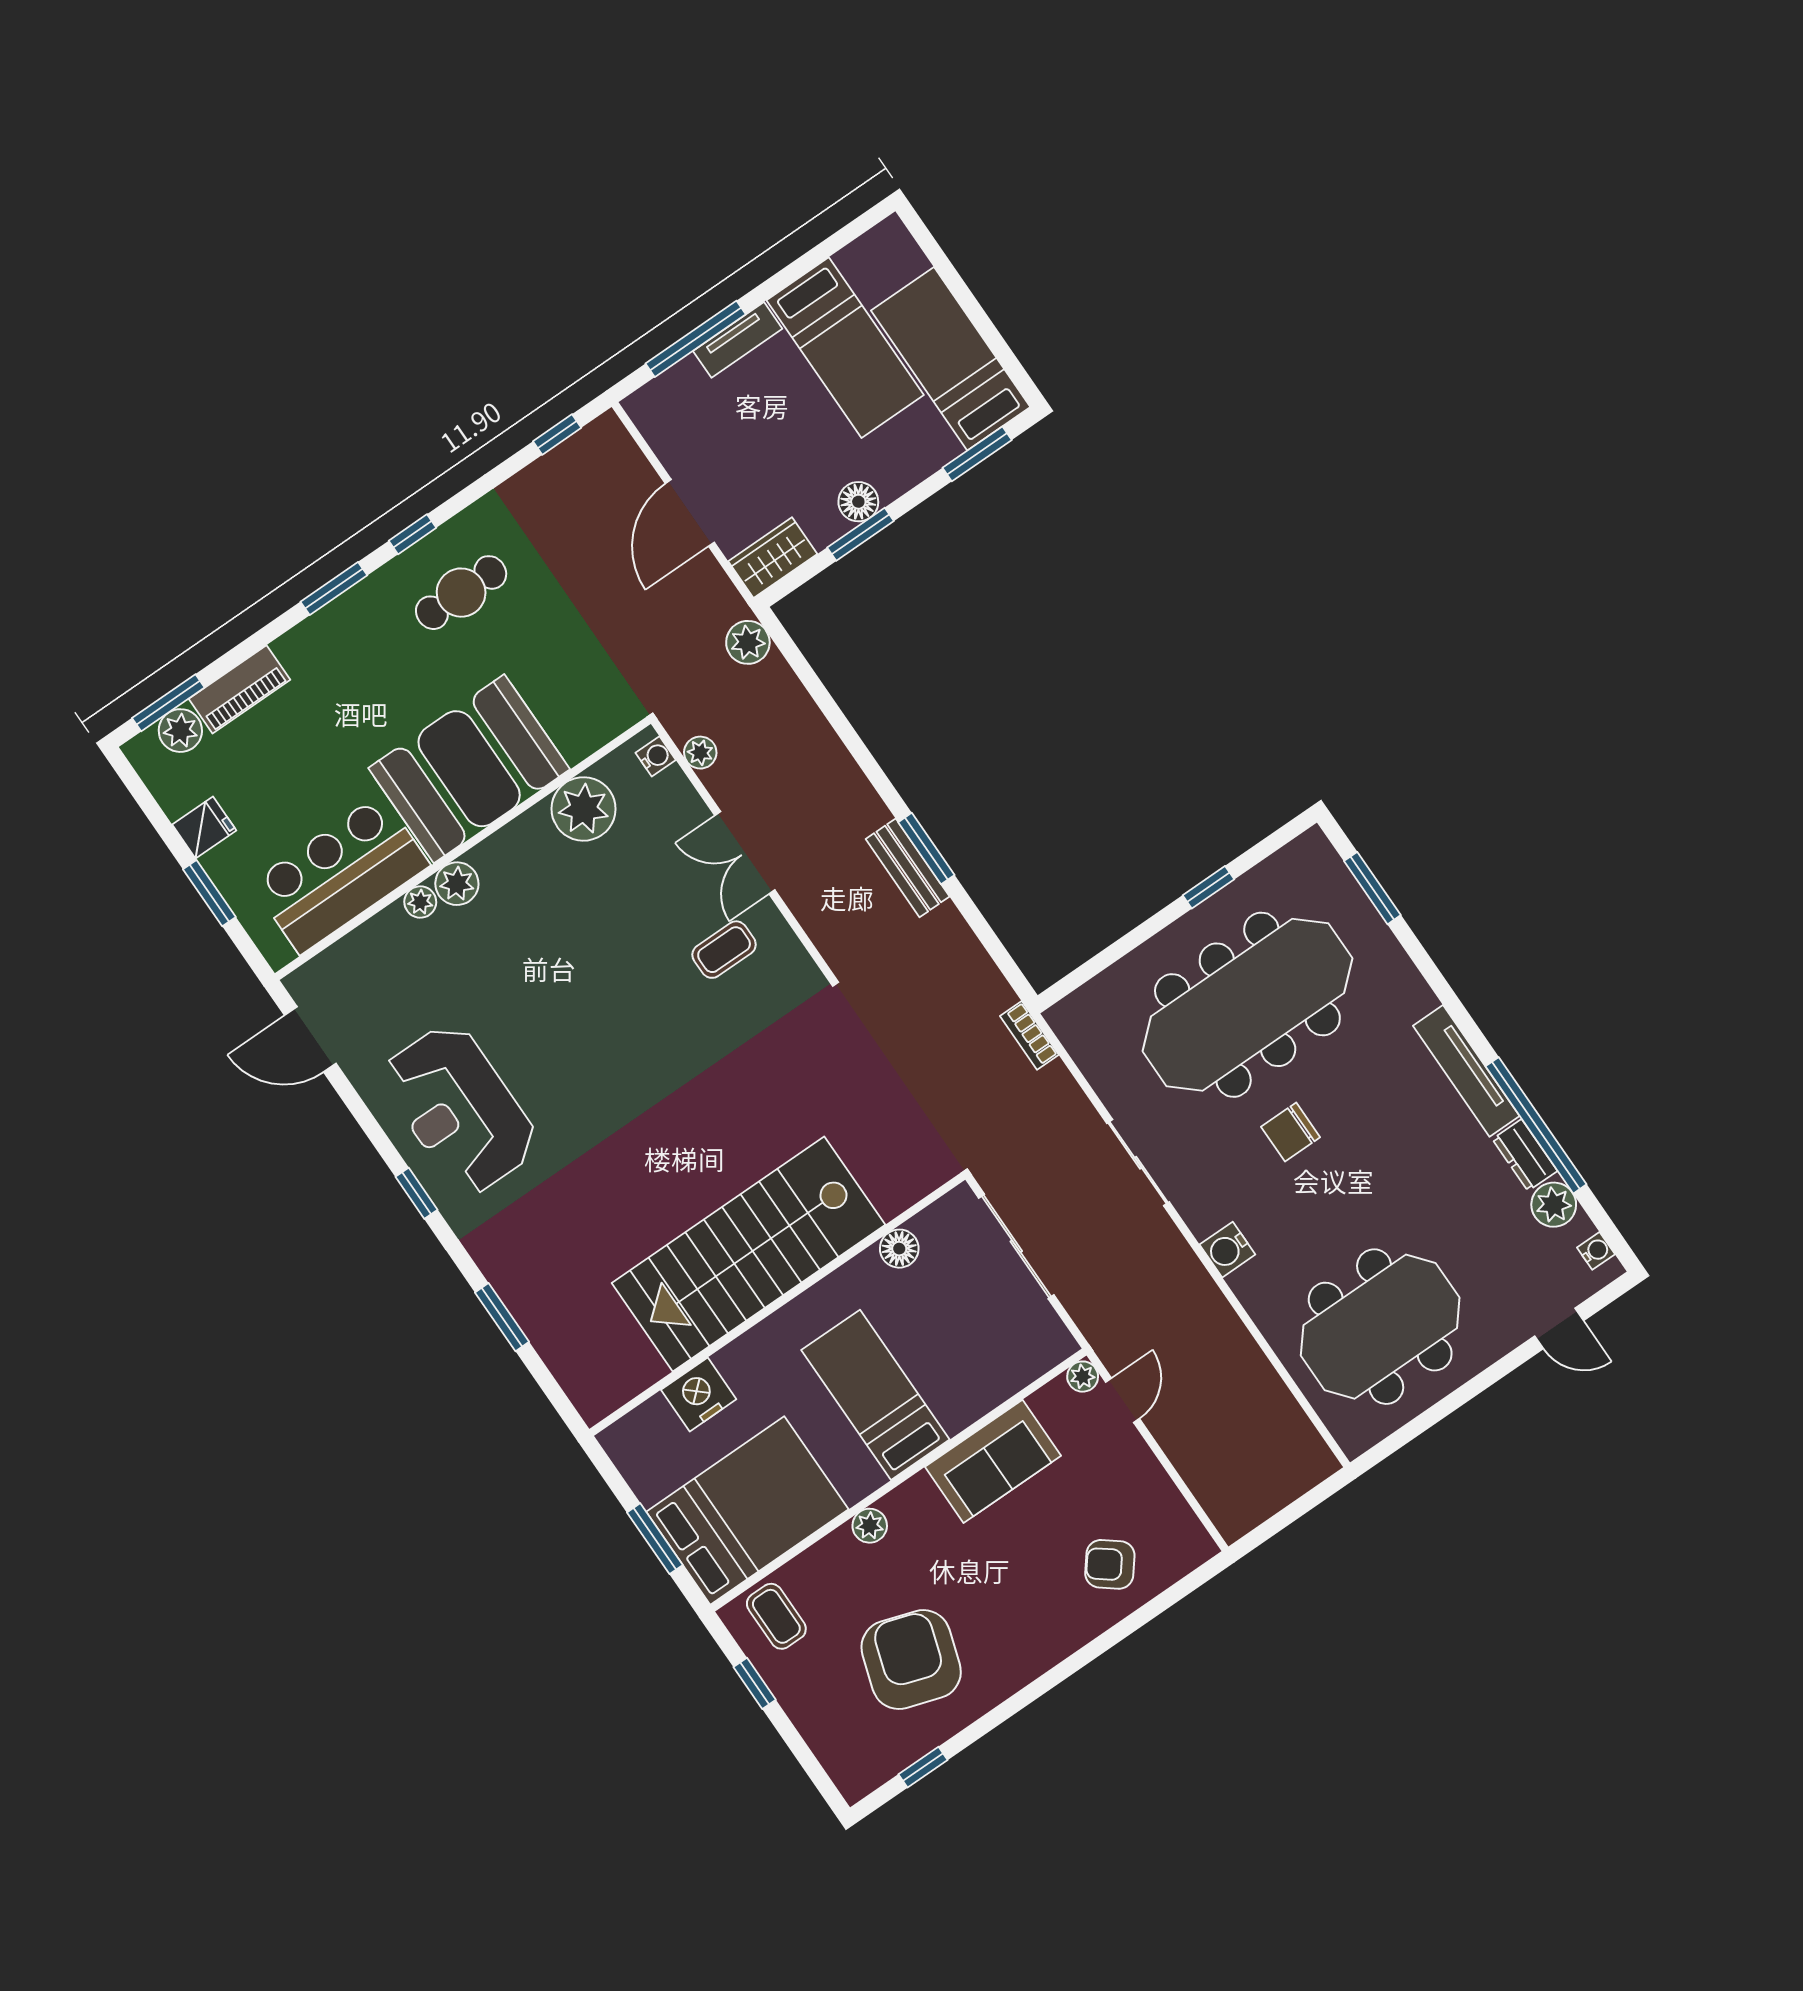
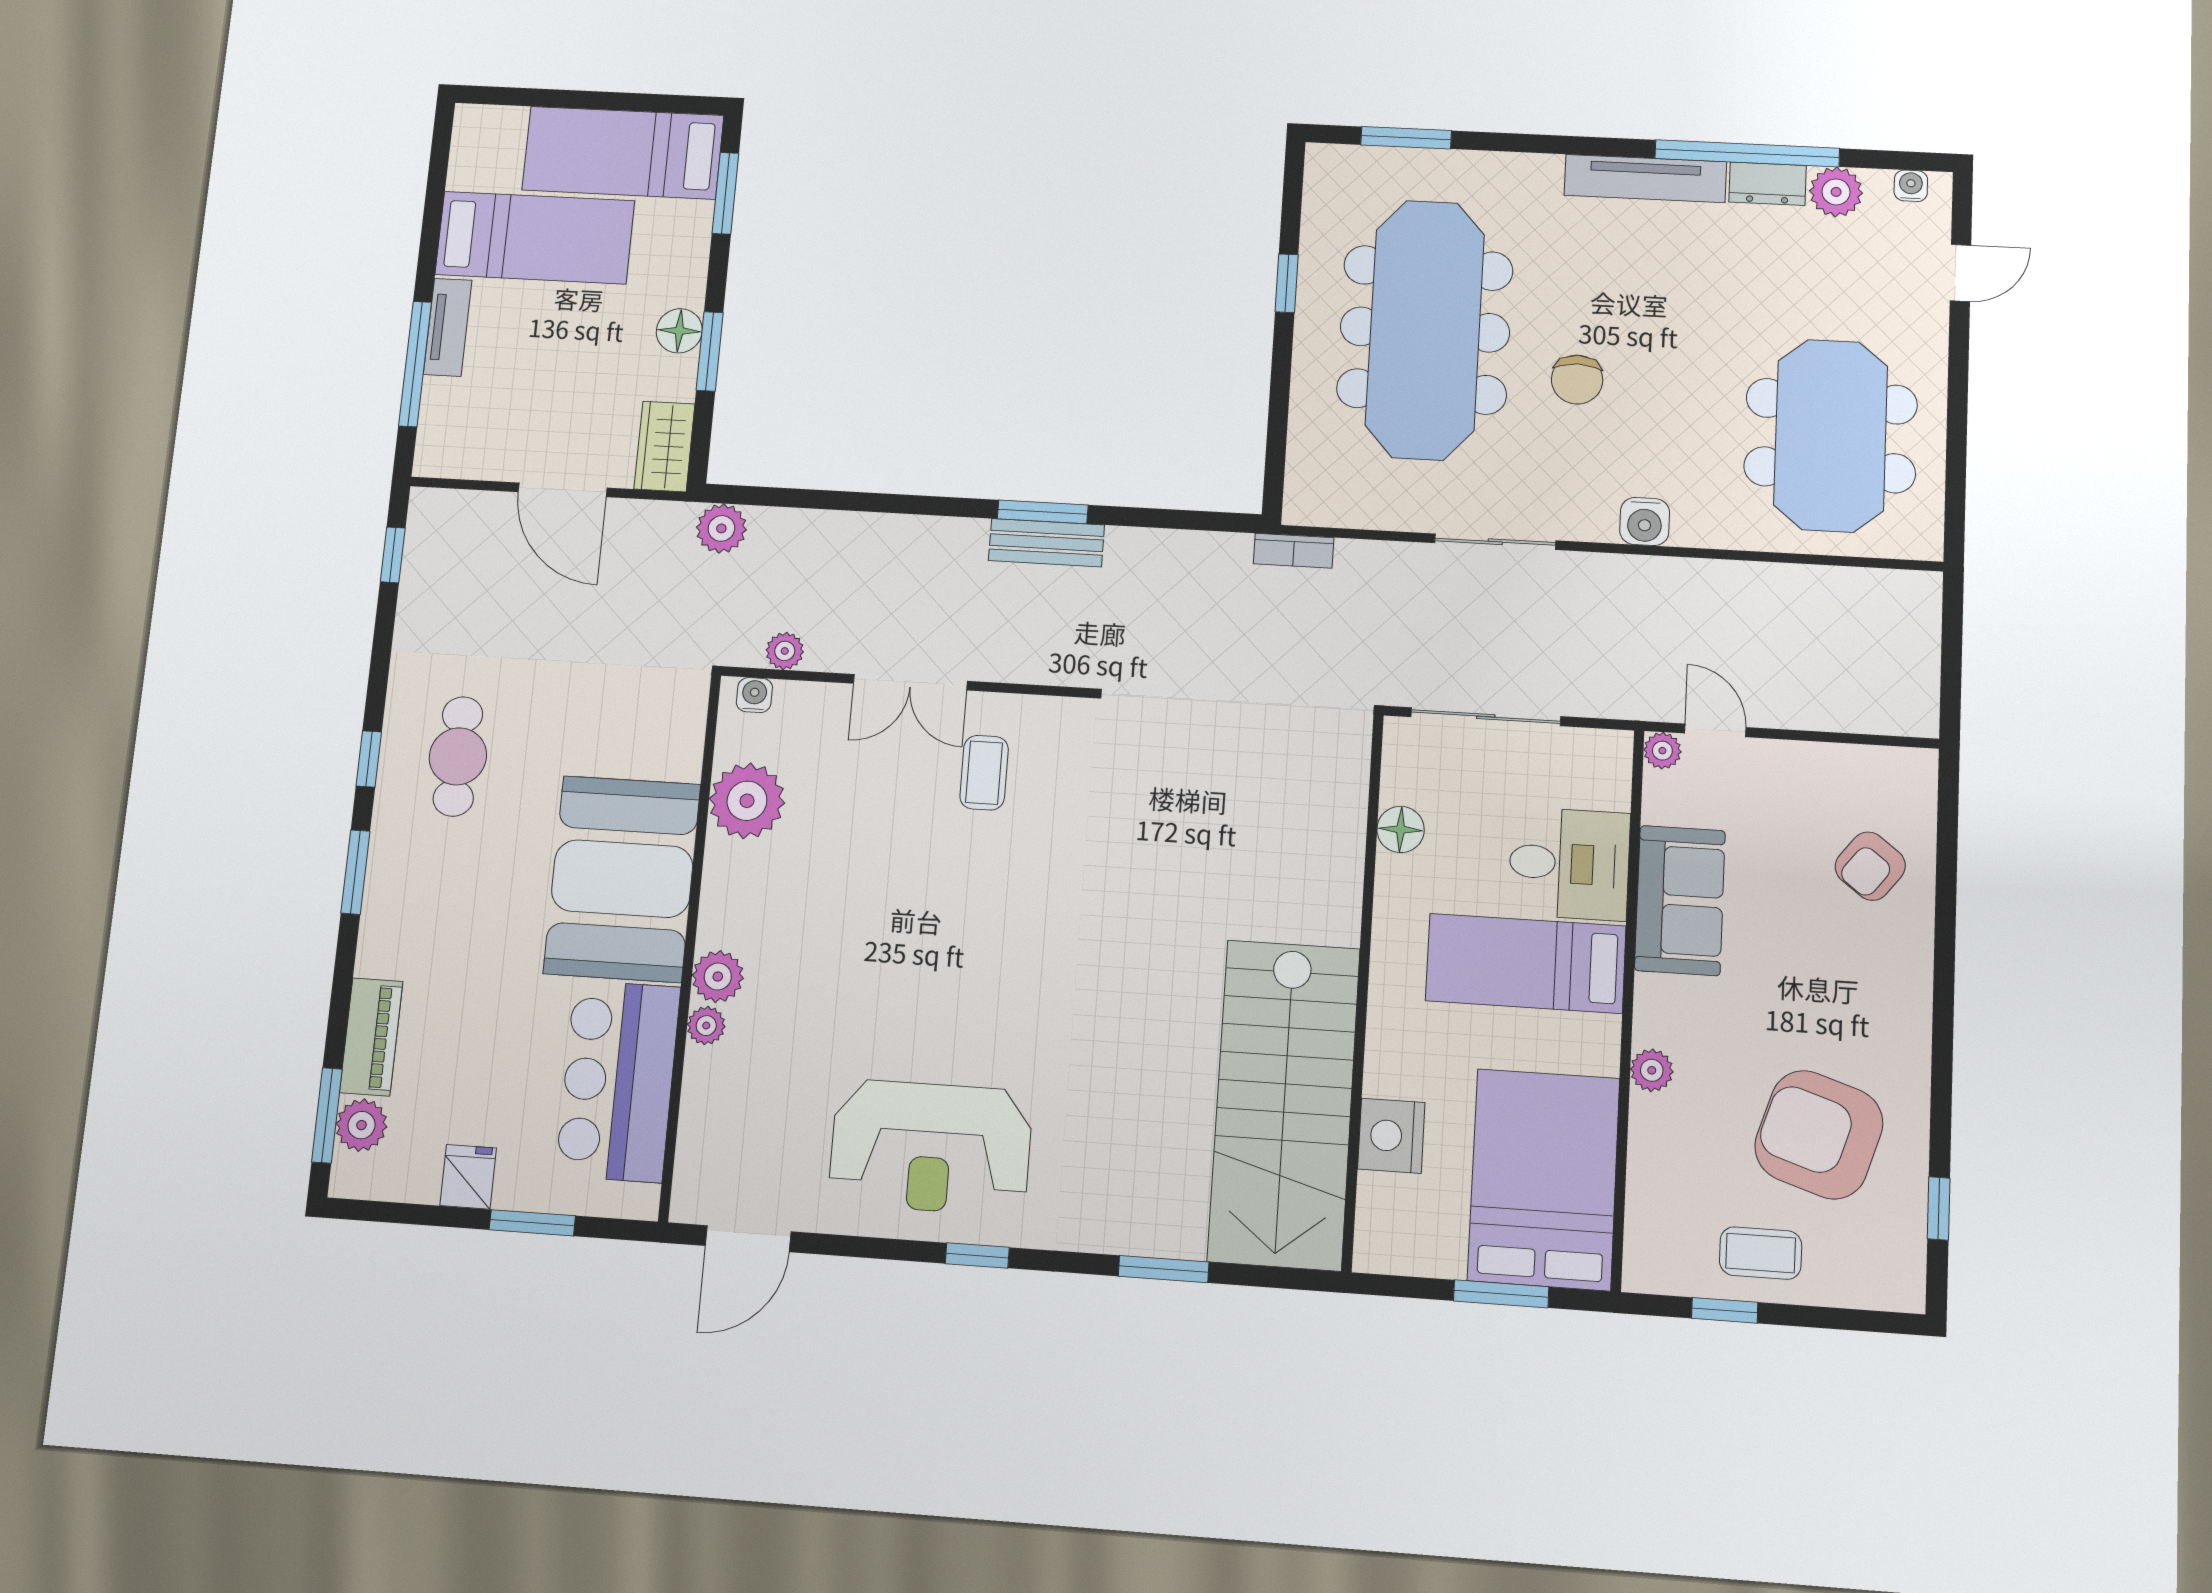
stairs: (749, 1254) -> (1284, 1104), moved
desk: (962, 1373) -> (1569, 864), added
coffee table: (776, 1616) -> (1761, 1253), moved

